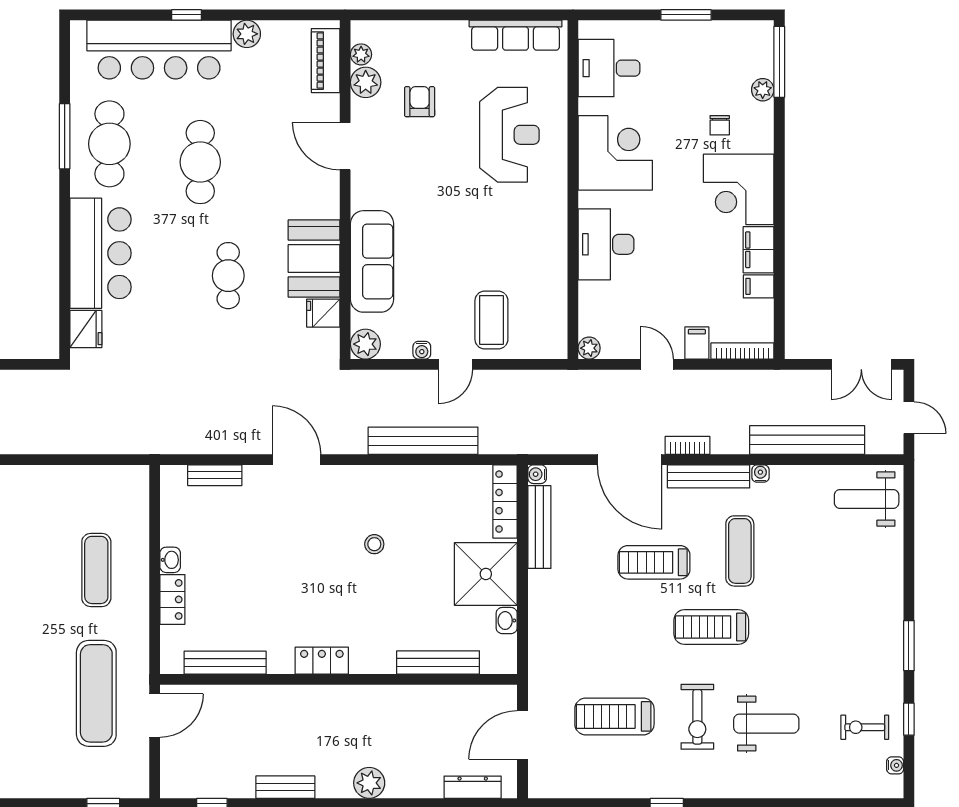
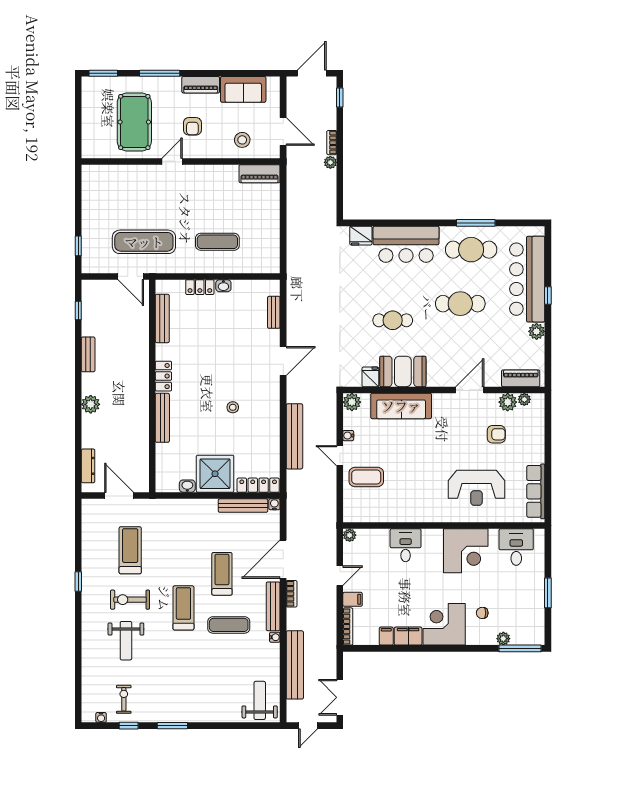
desk: (606, 244) -> (406, 545), width x0.73
bench: (438, 662) -> (162, 418), moved

